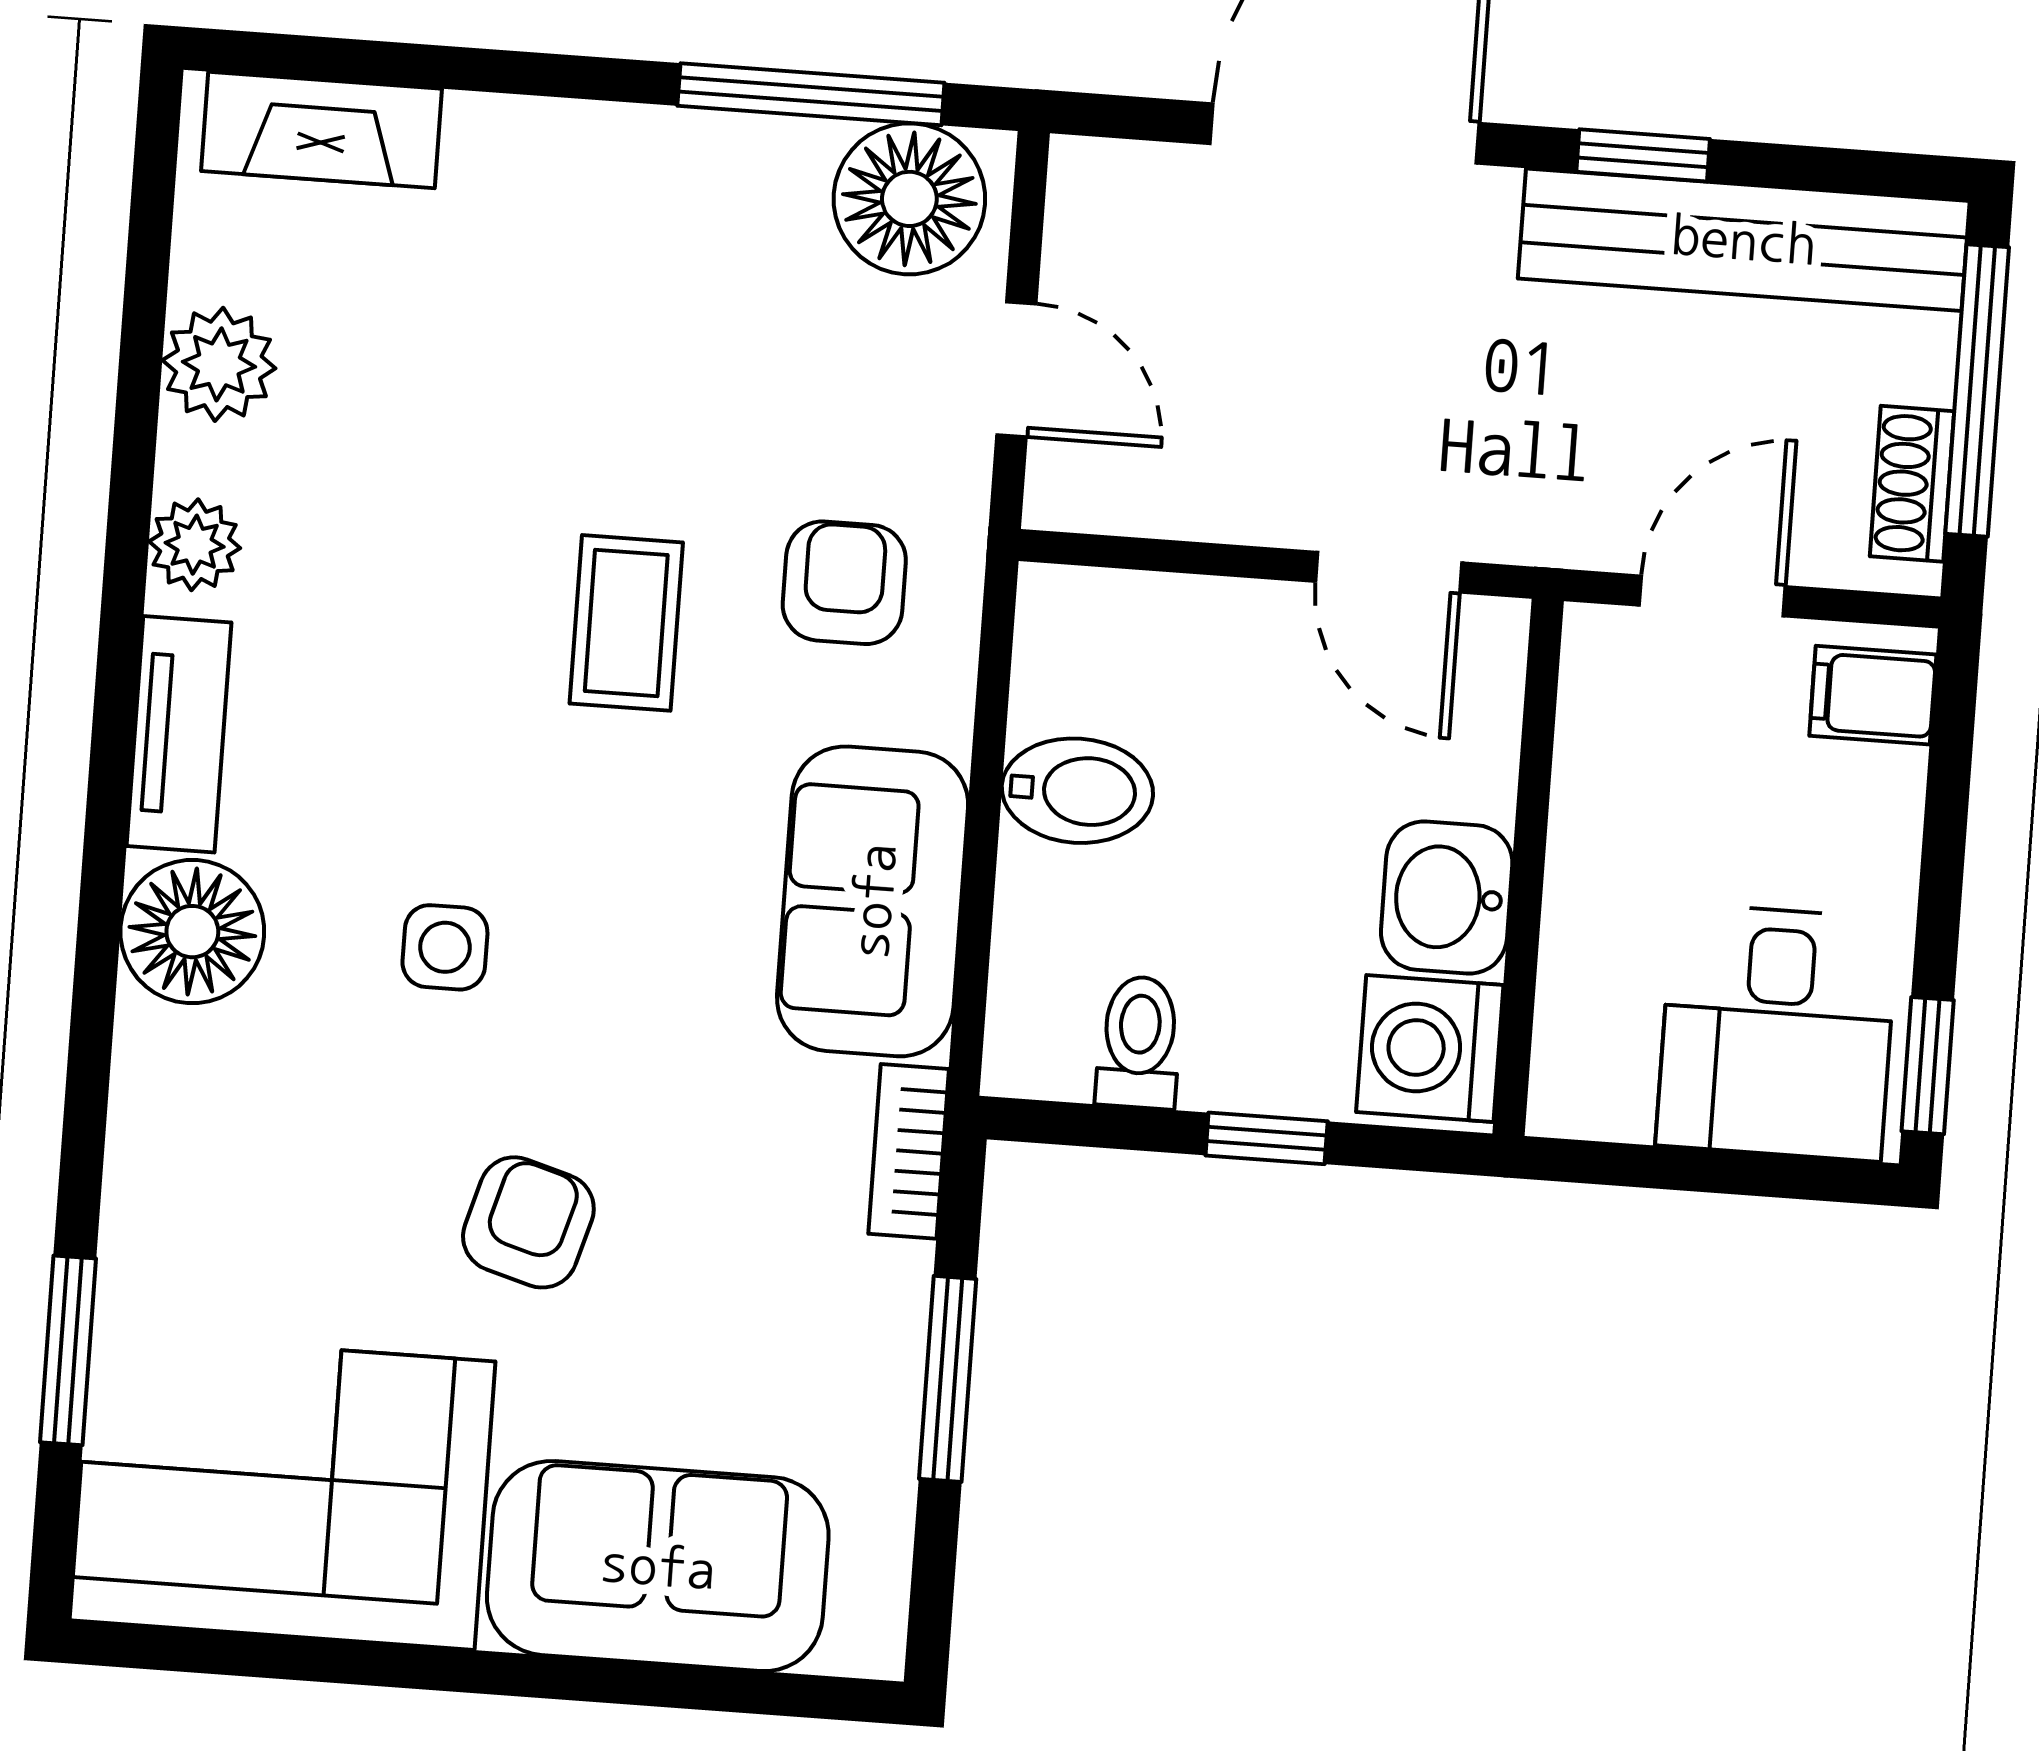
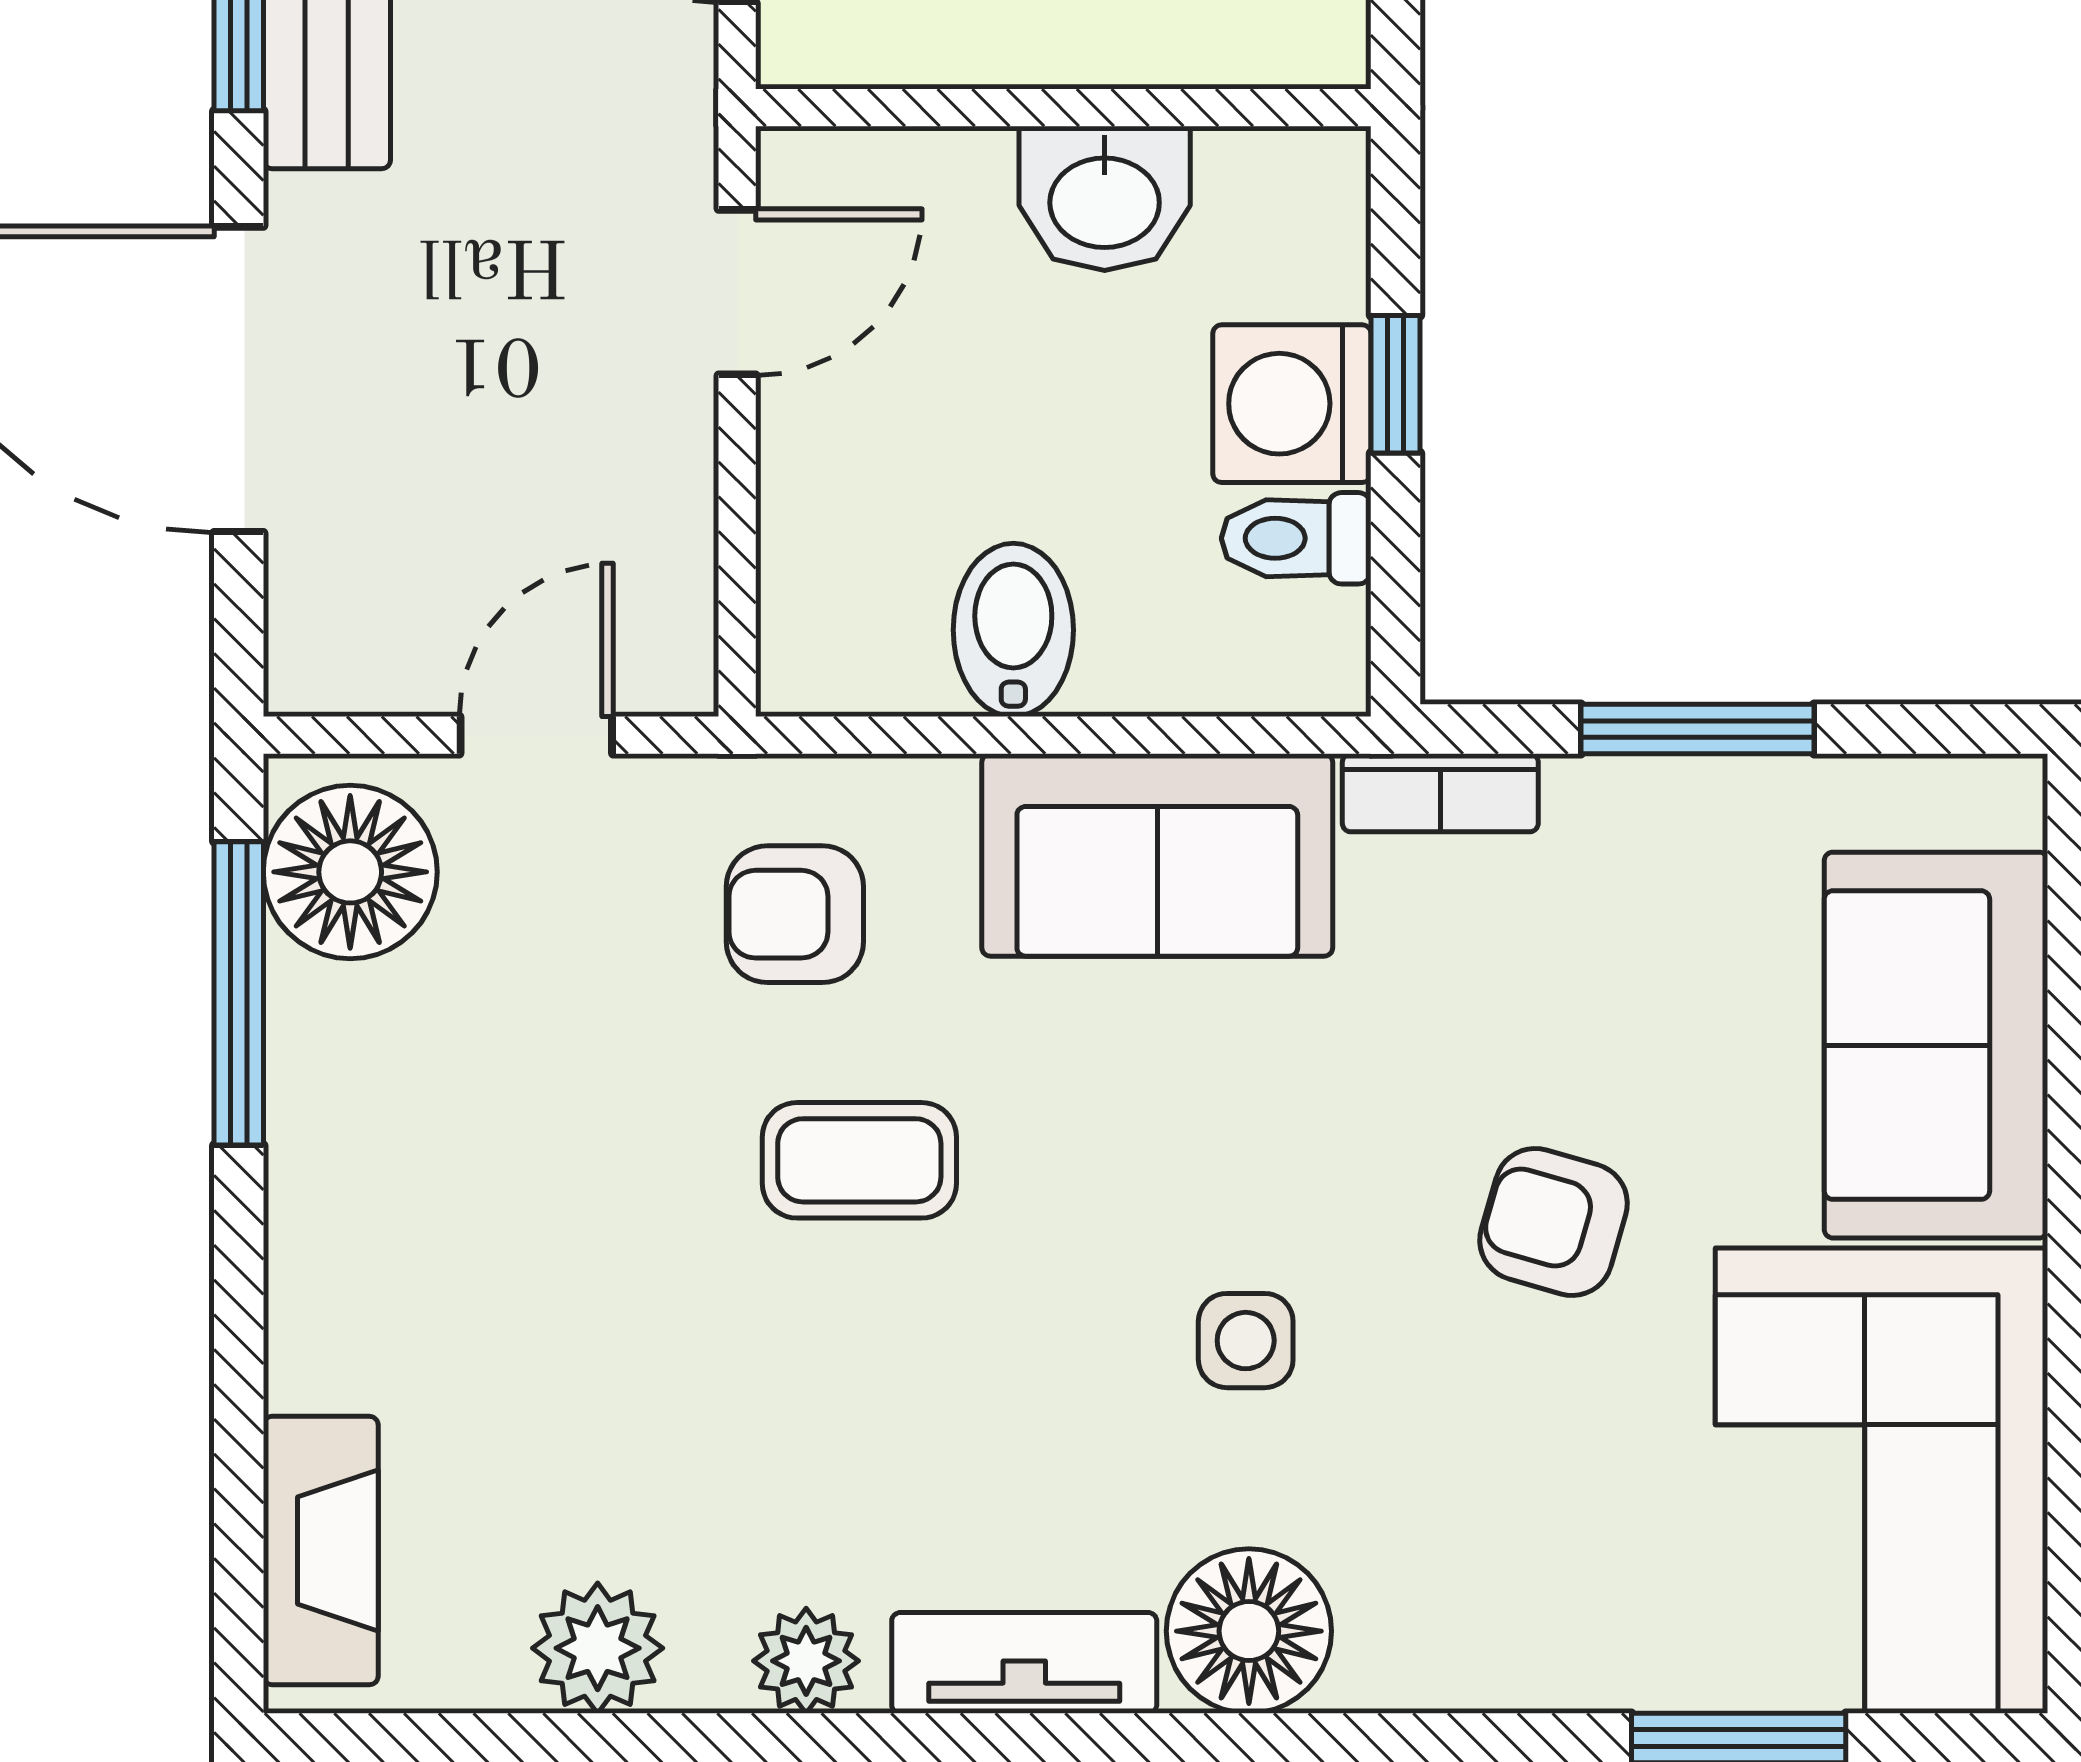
washing machine: (1430, 1048) -> (1292, 404), moved, turned 90

